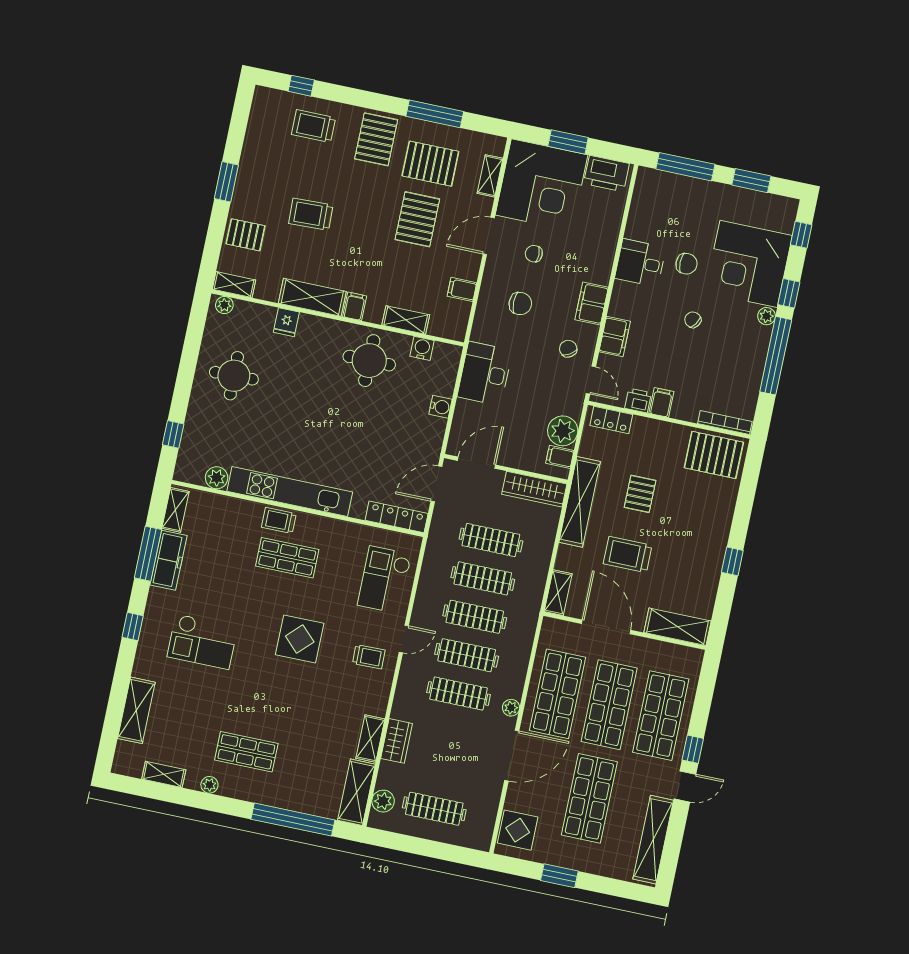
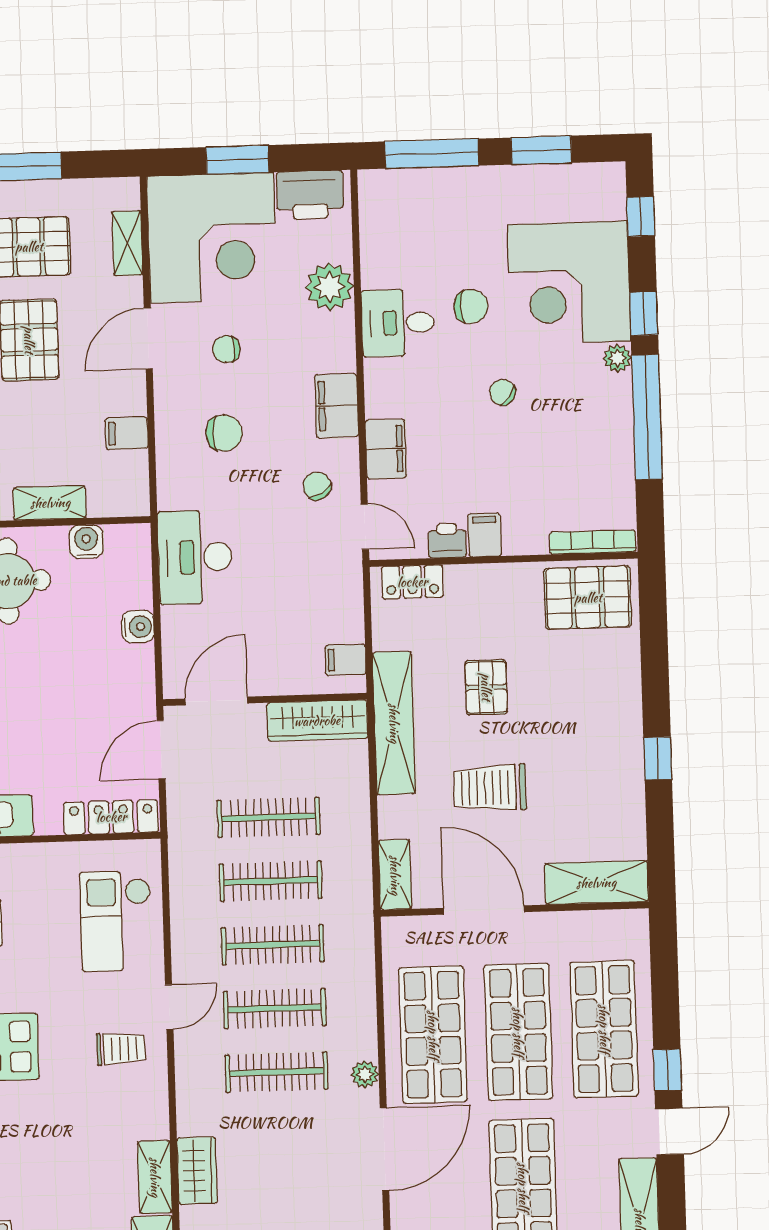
plant: (563, 431) -> (330, 287), moved

